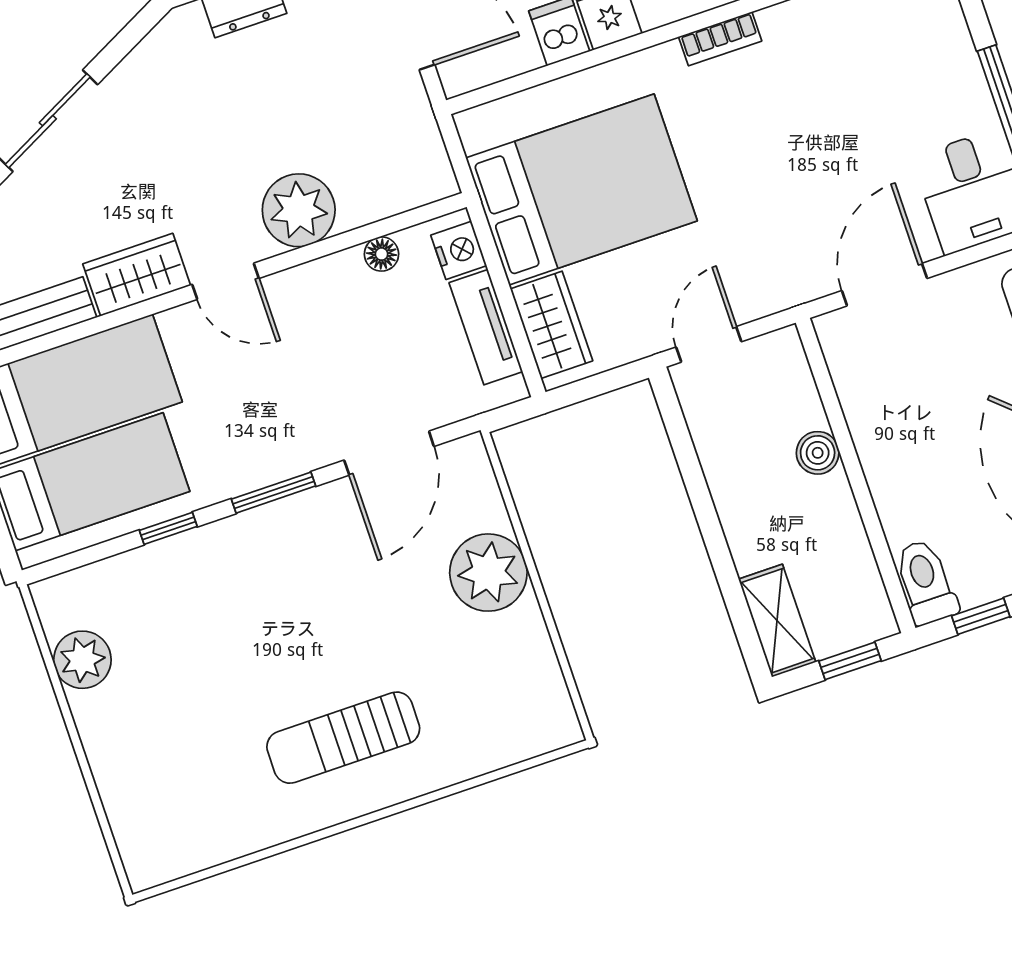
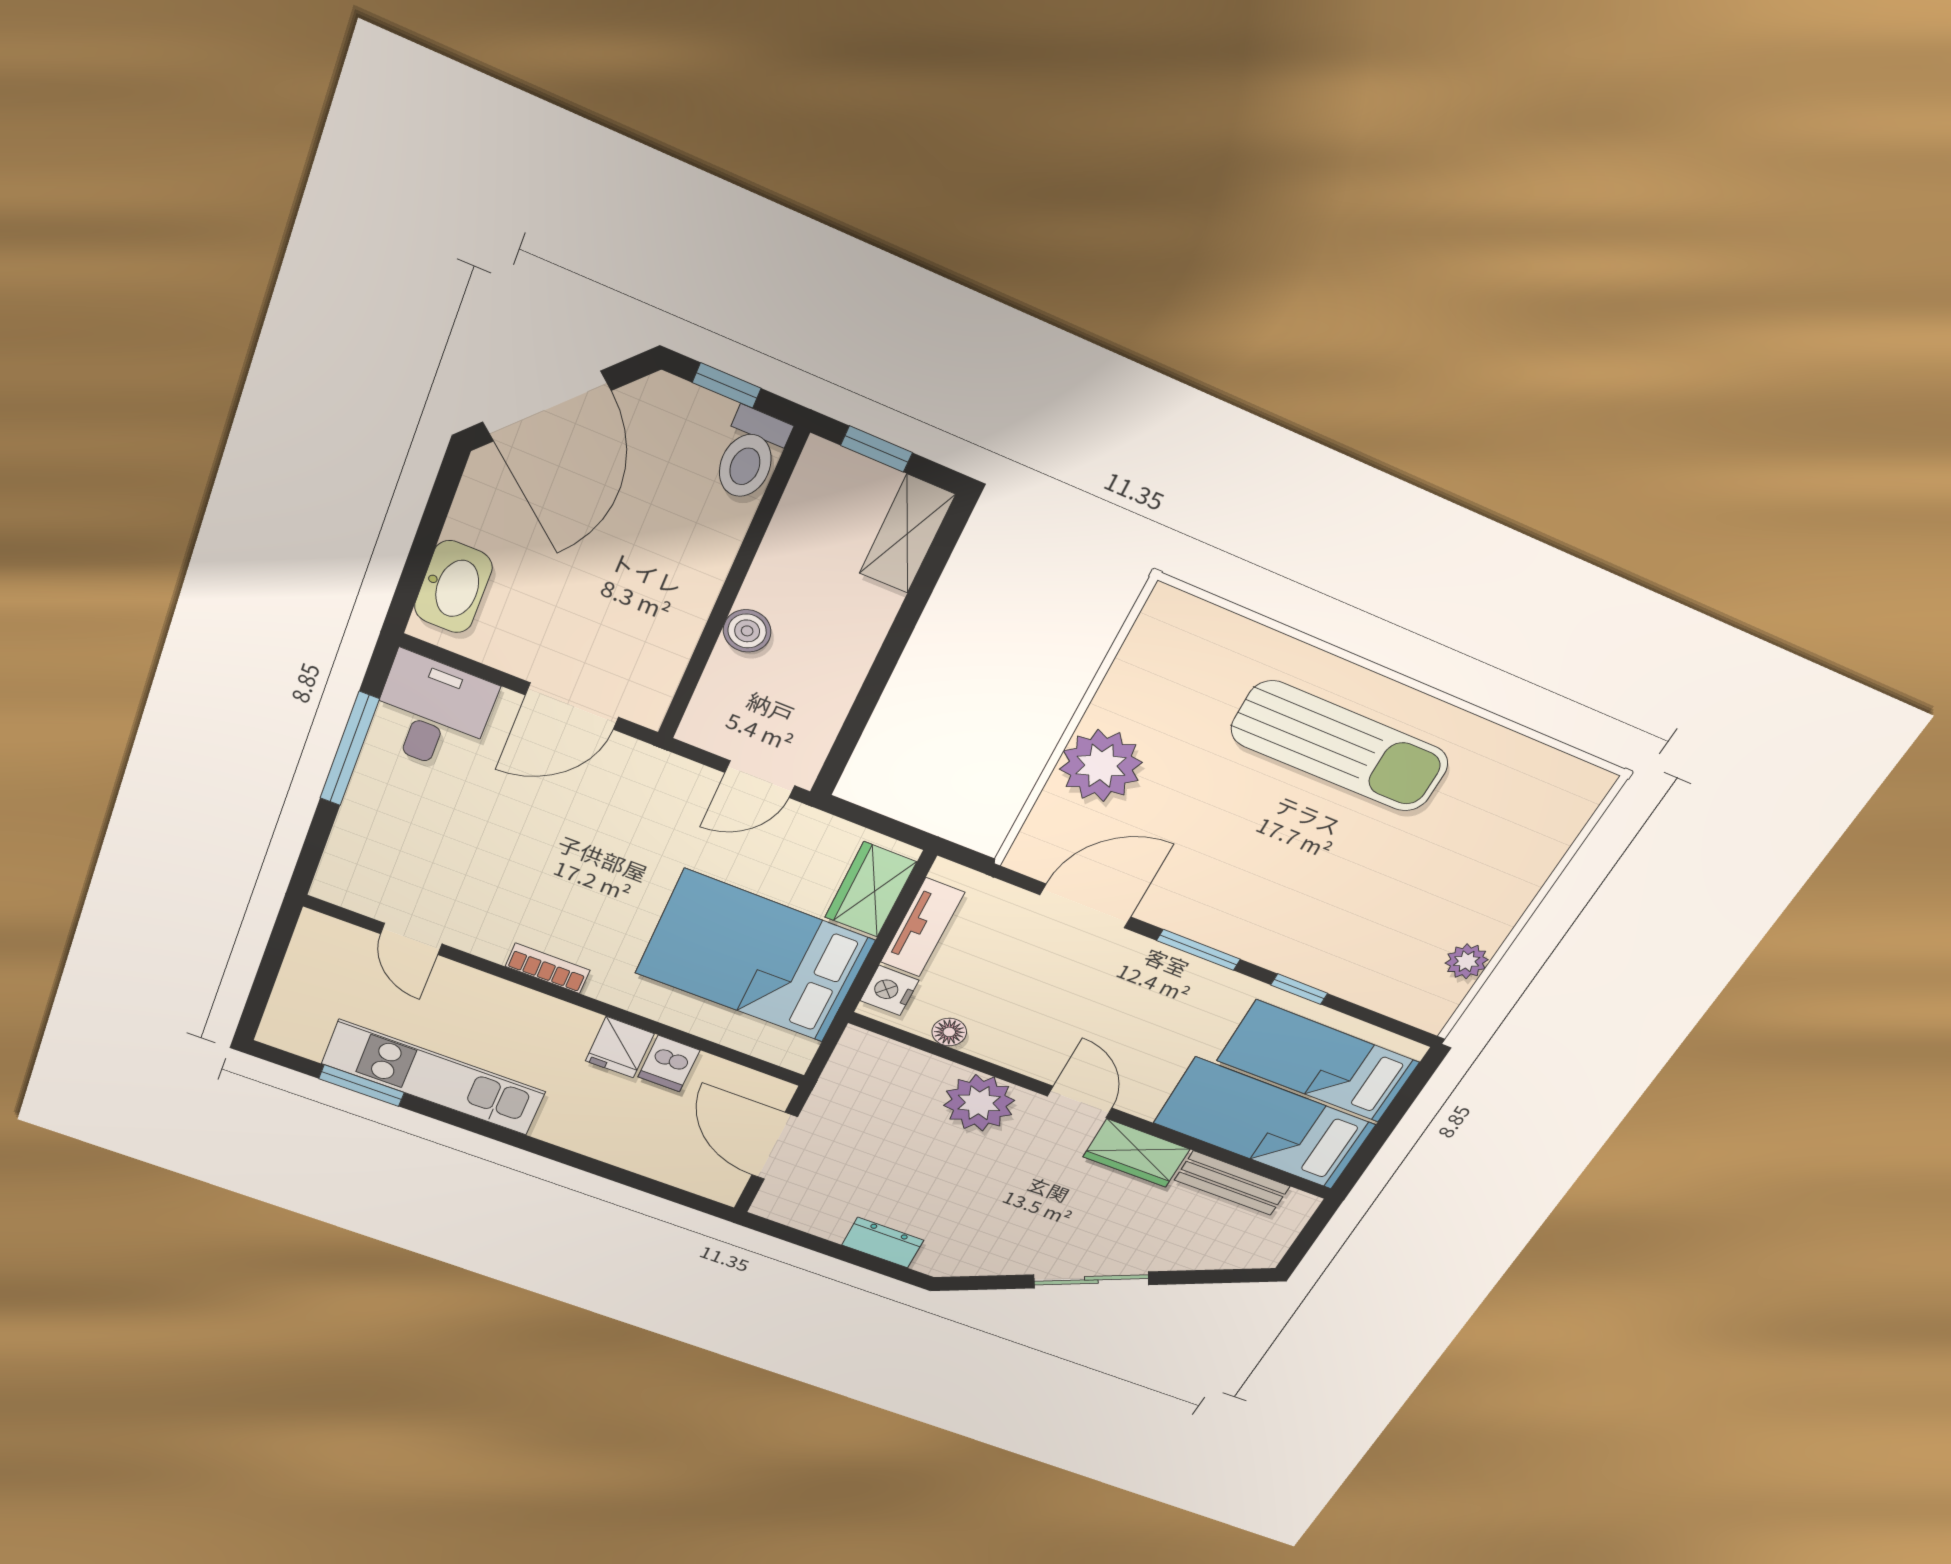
plant: (82, 660) -> (1467, 961), width x0.73, depth x0.73
sun lounger: (343, 738) -> (1340, 747), width x1.36, depth x1.34

